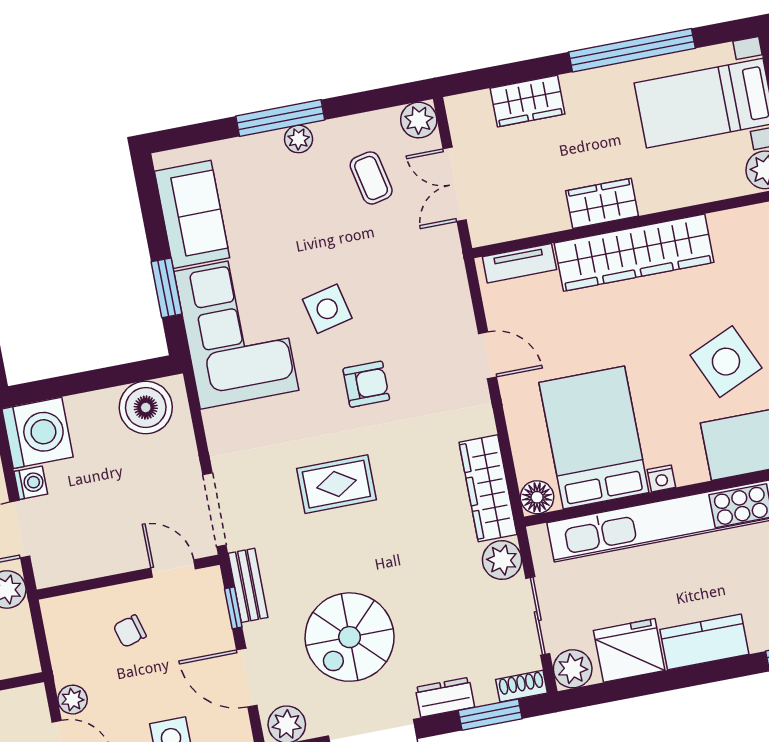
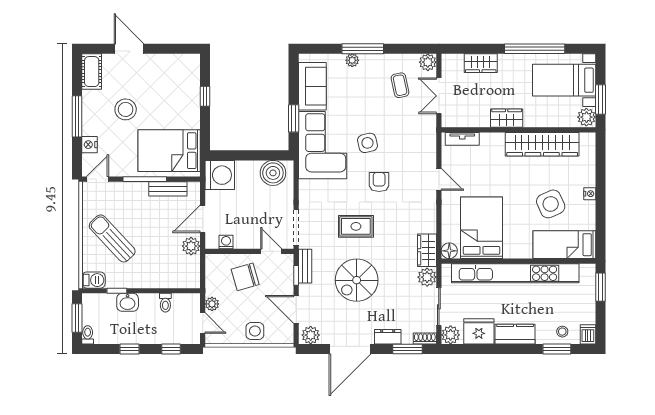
plant: (299, 139) -> (352, 60), moved
wardrobe: (634, 253) -> (542, 144), moved
armchair: (366, 384) -> (379, 182), turned -90
nightstand: (661, 478) -> (510, 253), removed
washing machine: (31, 483) -> (226, 242), moved, turned -90
wardrobe: (488, 488) -> (427, 250), width x0.67
chair: (130, 631) -> (245, 277), width x1.87, depth x1.87
spiral stairs: (350, 637) -> (357, 280), moved

